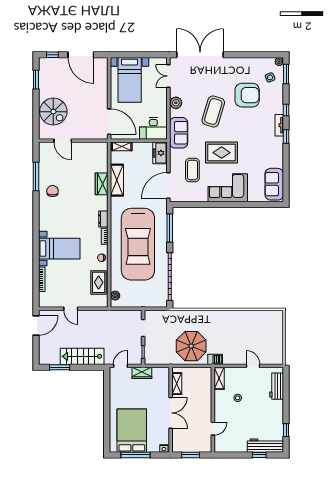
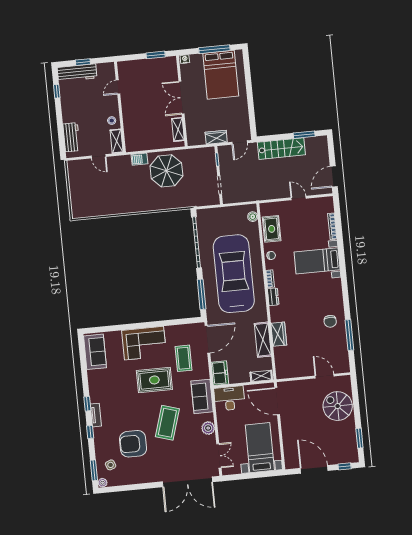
shelving: (219, 378) -> (117, 141), moved
wall: (213, 410) -> (120, 107), moved
door: (213, 429) -> (118, 87), moved

